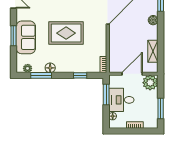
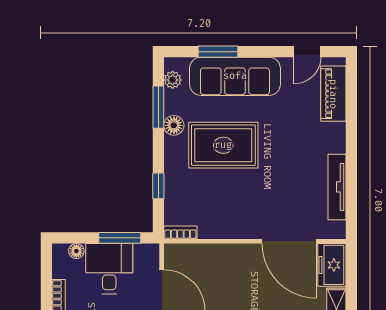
rug: (66, 33) -> (223, 145), moved, turned 90
window: (13, 36) -> (218, 52), moved
sofa: (26, 37) -> (235, 76), width x1.36

